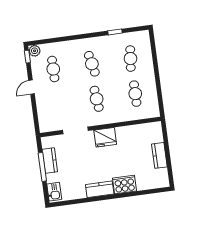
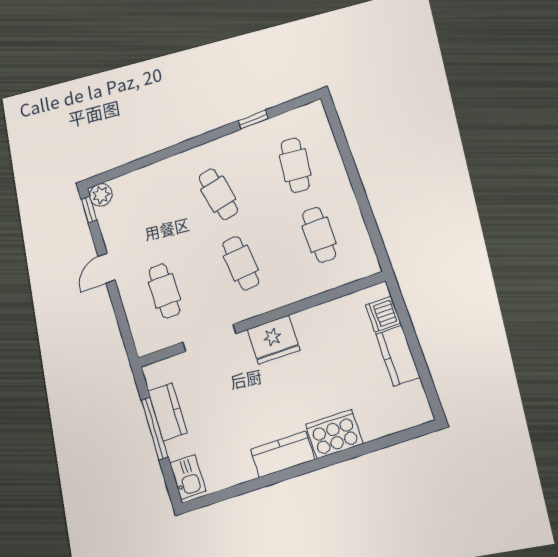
cafe table: (53, 69) -> (164, 291), moved
dishwasher: (157, 136) -> (383, 314), added

